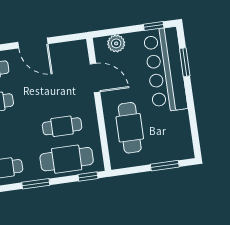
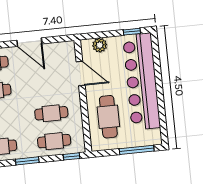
window: (185, 62) -> (157, 63), removed
bar counter: (165, 70) -> (142, 82), width x1.36
cafe table: (67, 159) -> (54, 141), width x0.73, depth x0.74
window: (165, 166) -> (137, 150), width x1.44

